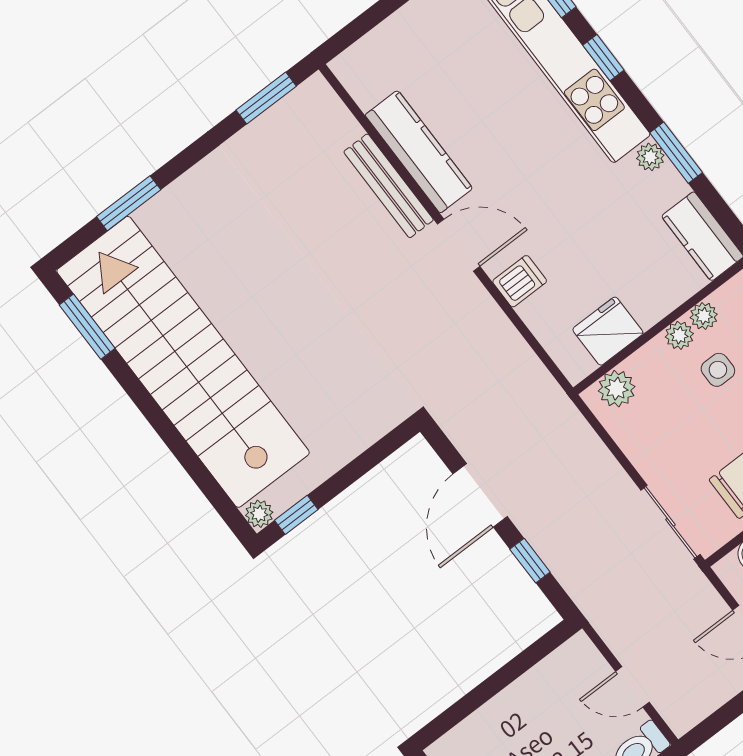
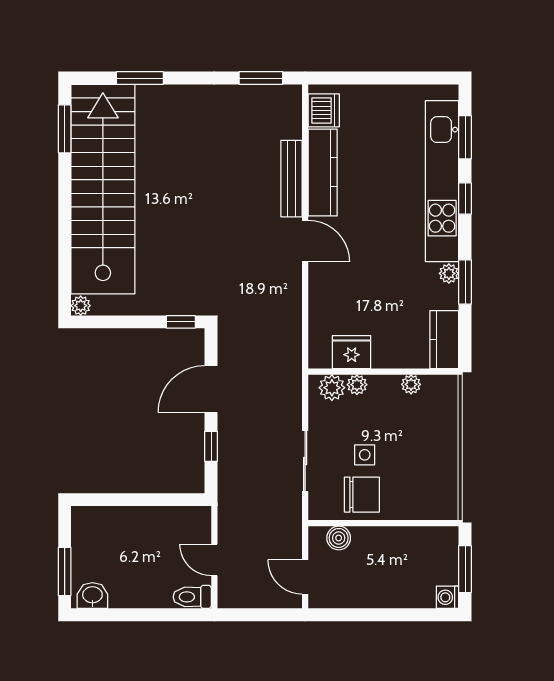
dishwasher: (520, 281) -> (324, 110), moved, width x1.38
plant: (679, 335) -> (357, 385), moved
side table: (718, 370) -> (365, 455), moved
window: (296, 515) -> (181, 322), moved
sliding door: (670, 522) -> (305, 461), moved

